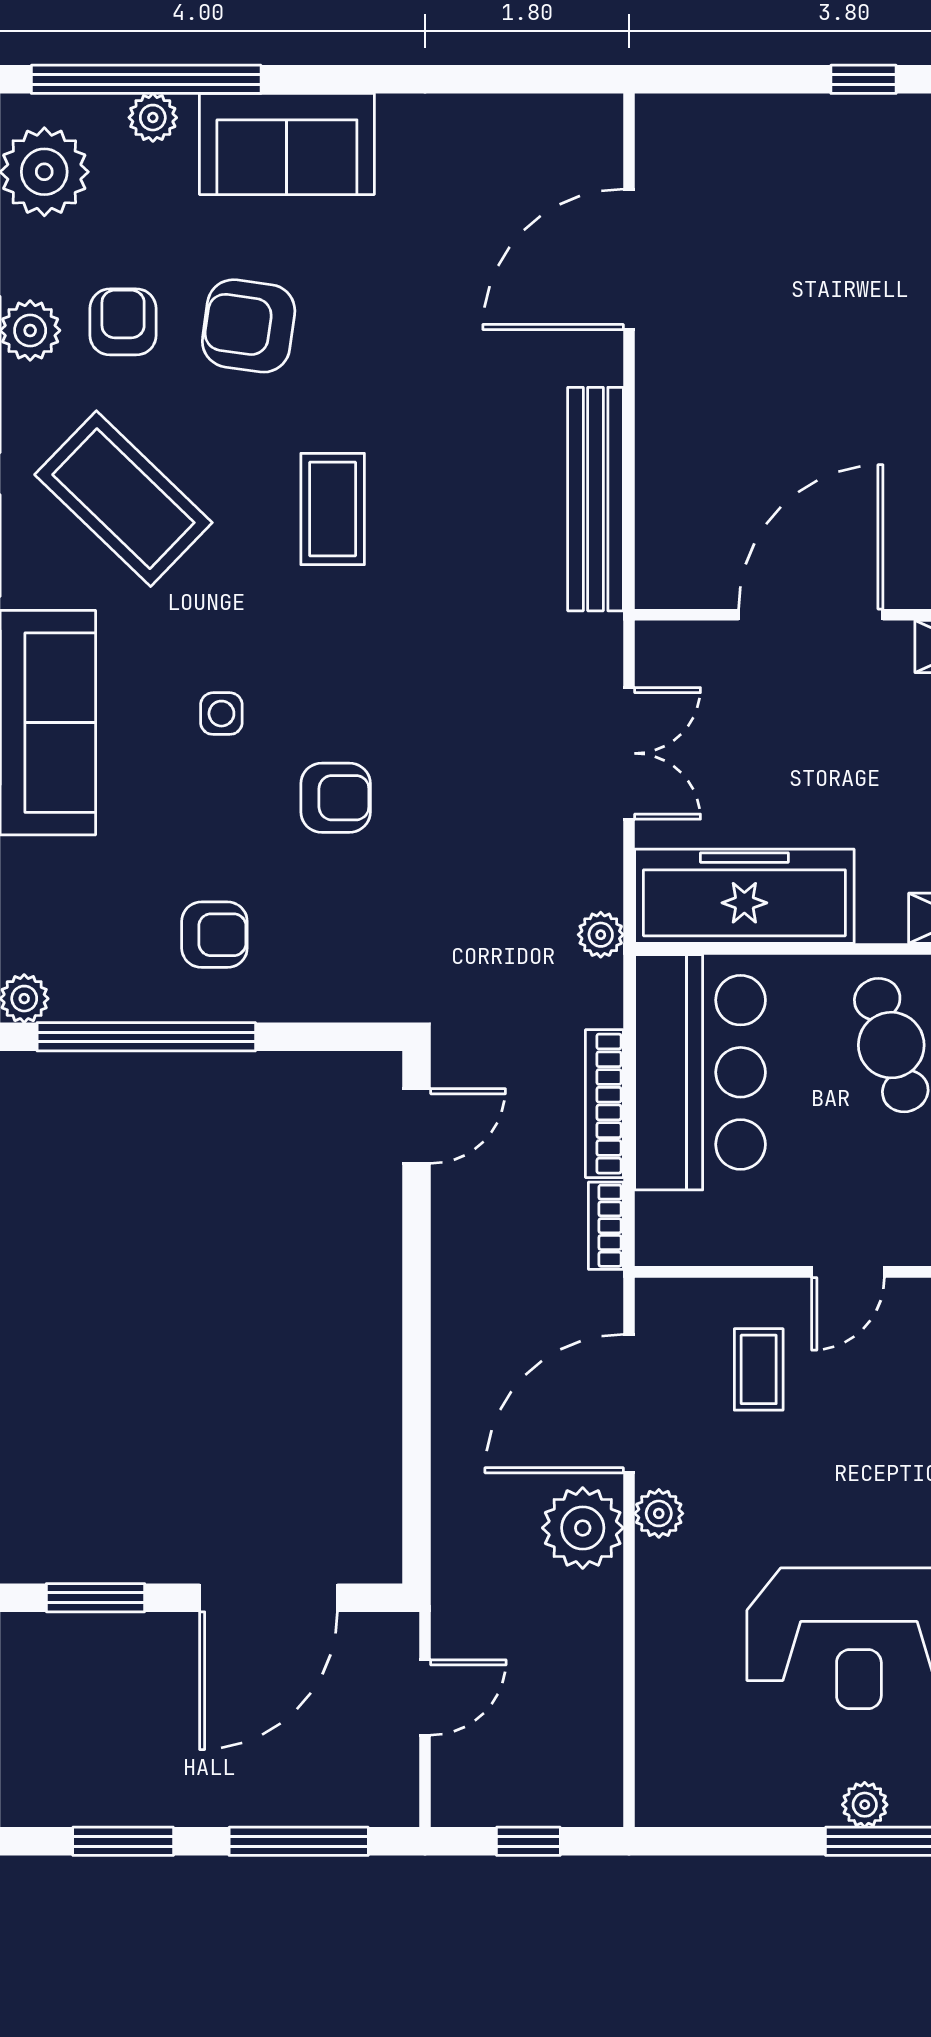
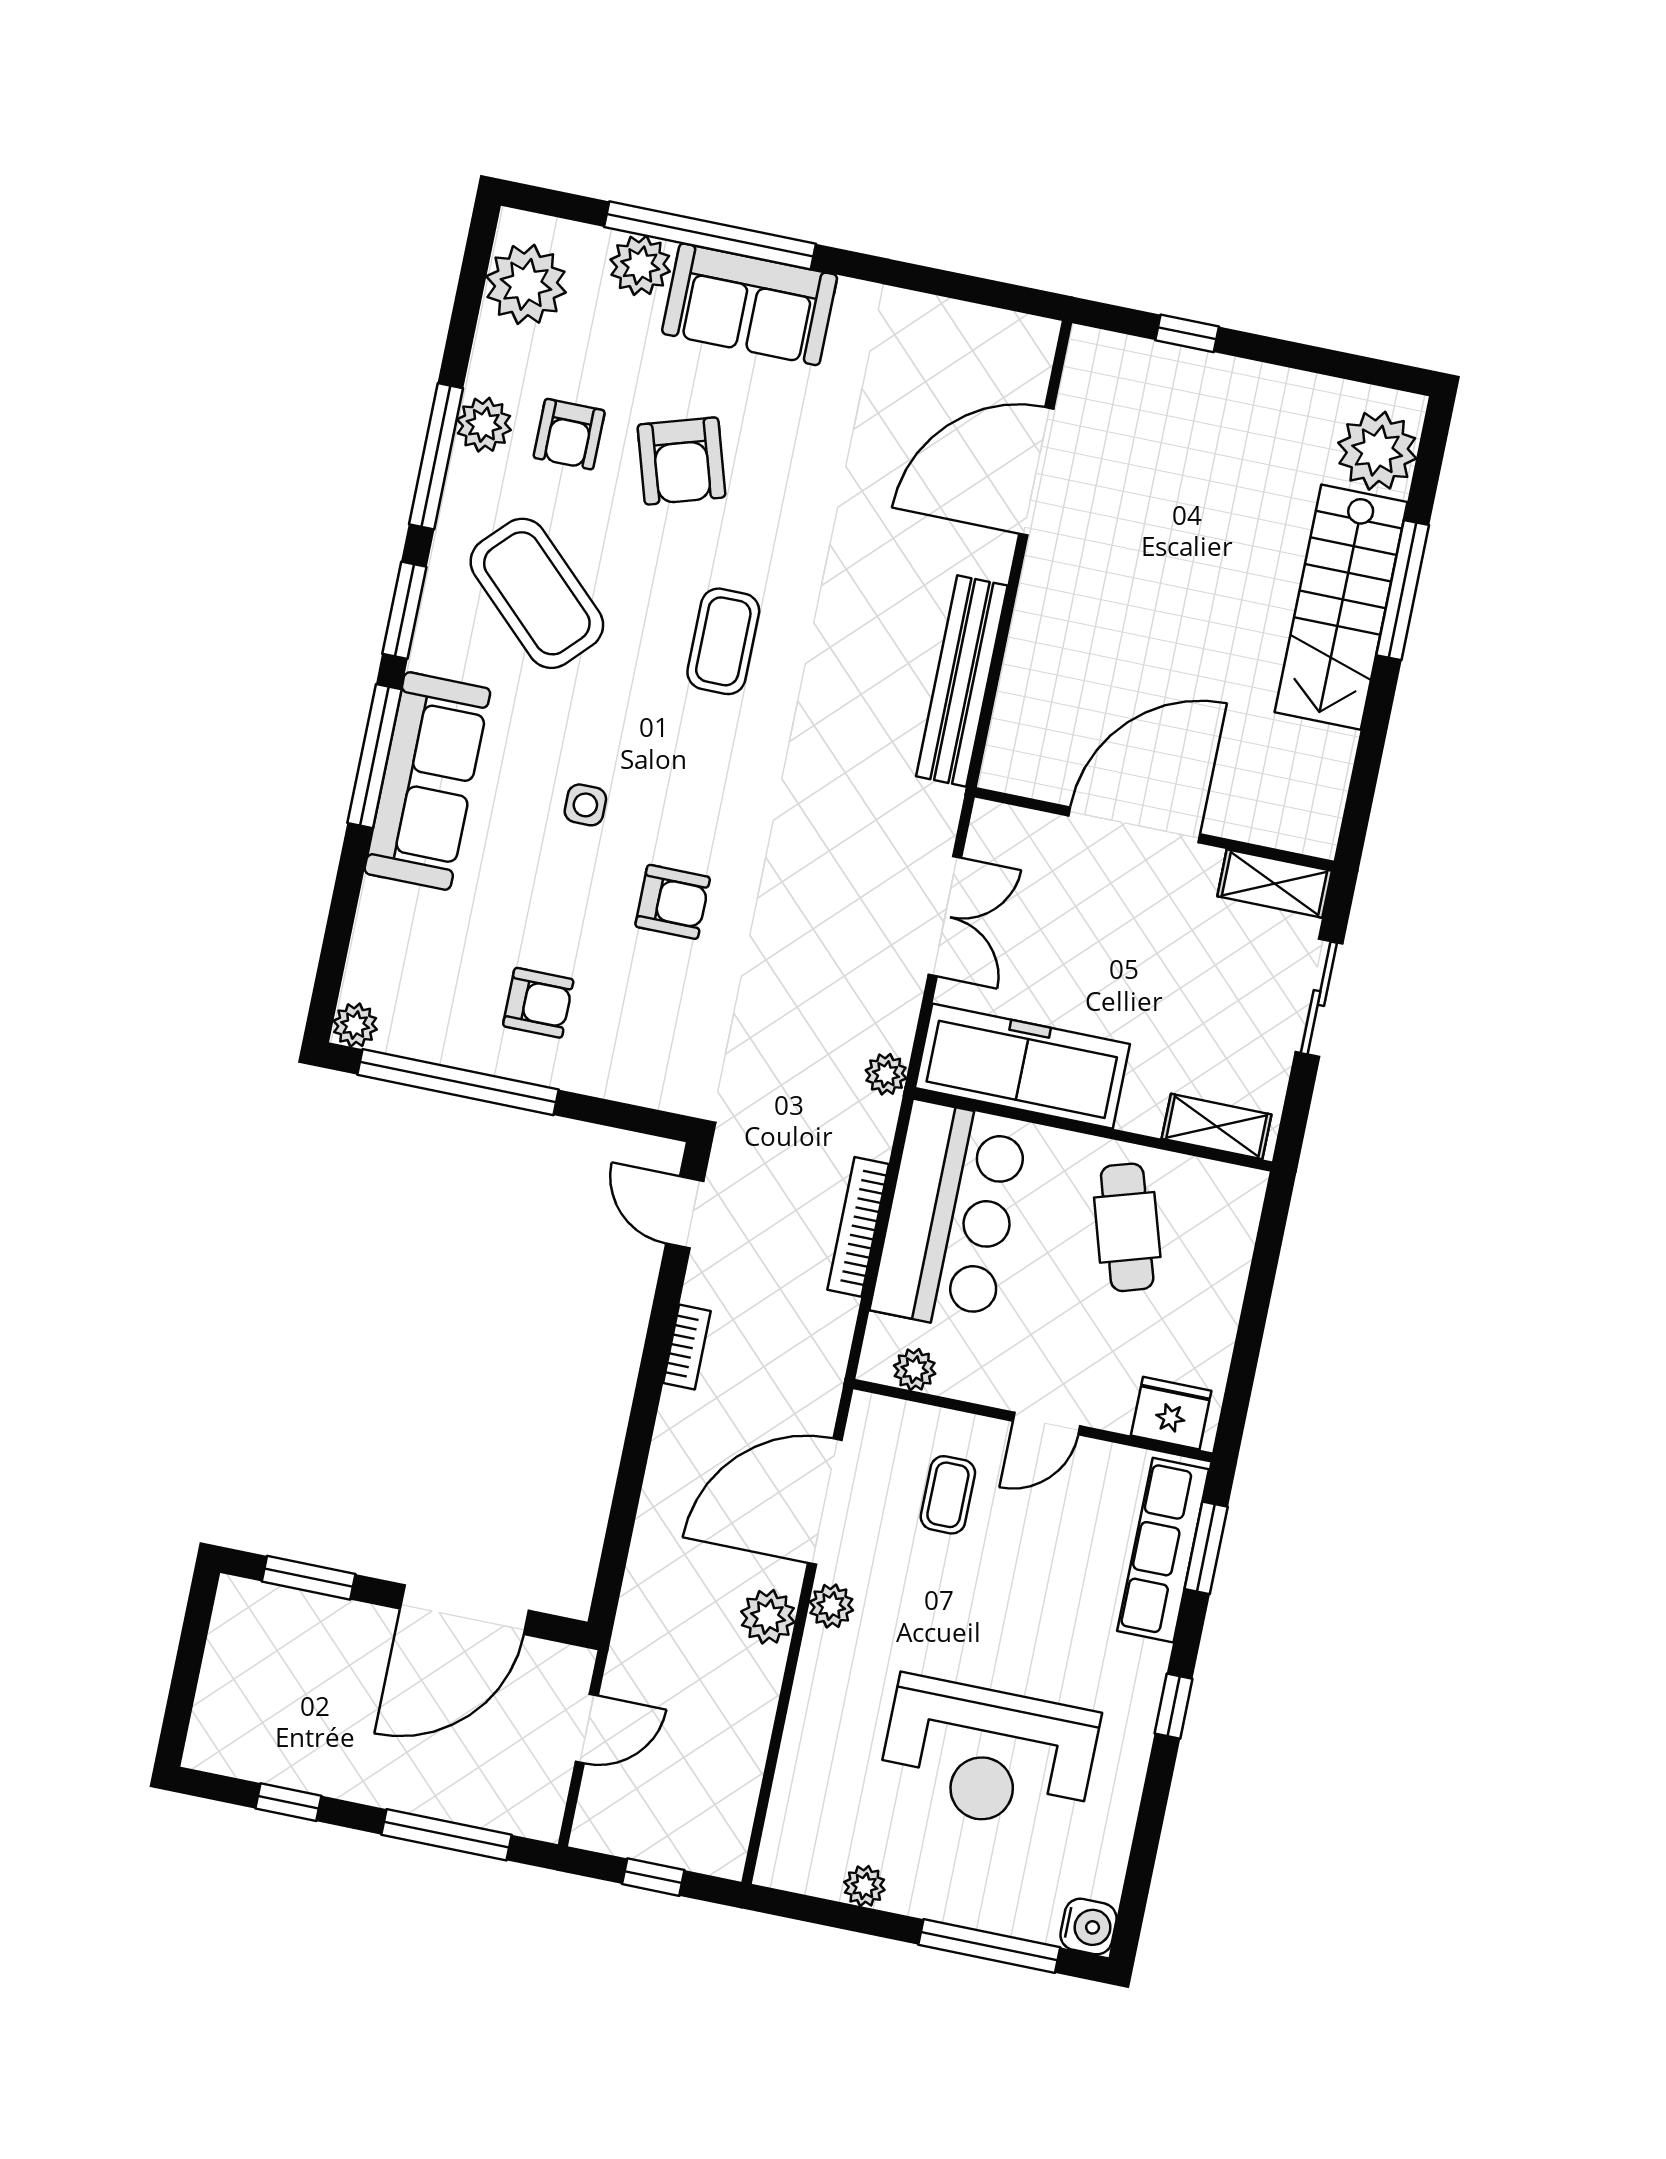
window: (146, 79) -> (710, 235), moved
window: (864, 79) -> (1187, 333), moved
plant: (153, 118) -> (640, 265), width x1.38, depth x1.38
armchair: (123, 322) -> (569, 434), turned 180
armchair: (249, 326) -> (681, 461), turned -115
door: (417, 1126) -> (685, 1212), swing flipped
bookcase: (606, 1226) -> (687, 1347), moved, turned 180
plant: (696, 1243) -> (915, 1370), added
plant: (583, 1528) -> (768, 1617), width x0.73, depth x0.73
plant: (865, 1805) -> (864, 1886), moved
window: (123, 1841) -> (288, 1802), width x0.67

